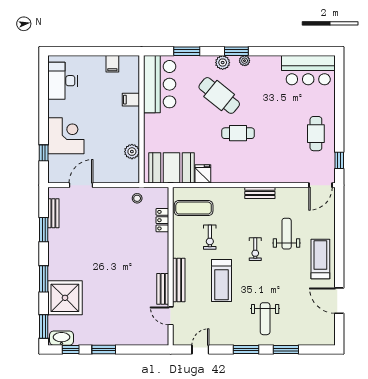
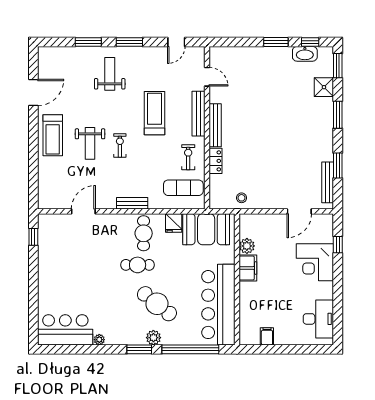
window: (187, 51) -> (190, 349), width x2.11
plant: (245, 61) -> (99, 340), moved
bar counter: (160, 84) -> (218, 305), width x1.36
filing cabinet: (131, 100) -> (248, 268), moved, width x2.00
cafe table: (316, 134) -> (144, 233), moved
door: (321, 185) -> (83, 211), moved
bench: (260, 193) -> (132, 203), moved
bench: (53, 213) -> (328, 182), width x1.36
locker: (162, 220) -> (216, 161), moved
weight bench: (287, 234) -> (90, 143), moved
exercise bike: (210, 237) -> (188, 157), moved
bench: (163, 289) -> (215, 125), moved, width x1.36
shower: (65, 298) -> (324, 87), width x0.54, depth x0.54
door: (339, 301) -> (33, 92), hinge flipped
washbasin: (61, 338) -> (305, 54), moved

